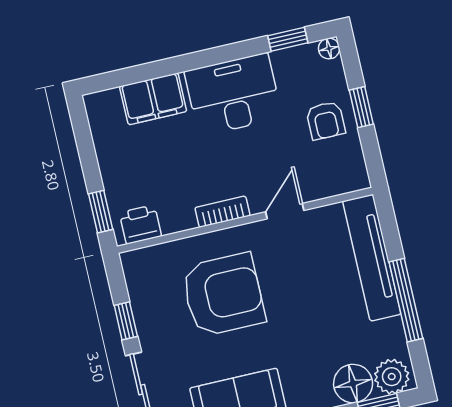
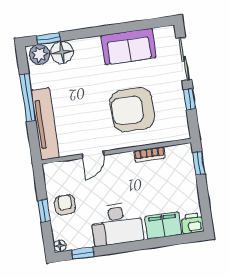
bookcase: (222, 212) -> (149, 154), moved
printer: (140, 224) -> (192, 223), moved, turned 180

